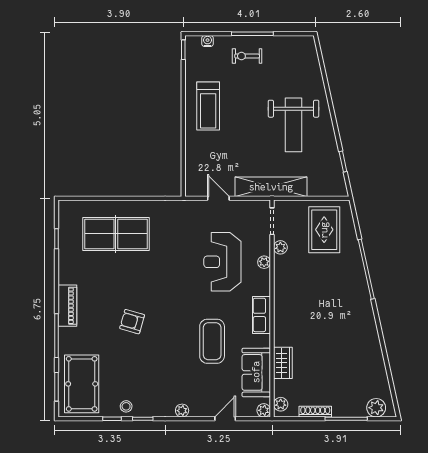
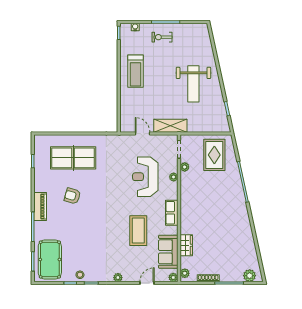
shelving: (271, 187) -> (170, 126), width x0.68
armchair: (132, 322) -> (72, 196), moved

